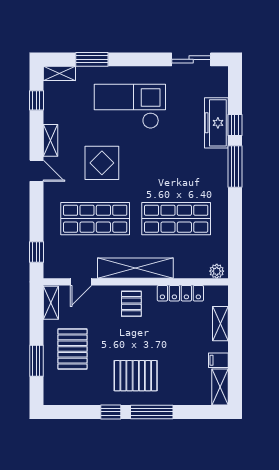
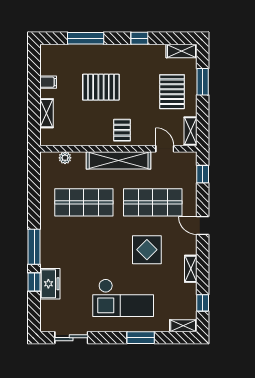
window: (92, 59) -> (141, 338), moved
freezer: (216, 123) -> (50, 284), width x0.71
door: (36, 171) -> (203, 225), moved
plant: (217, 271) -> (65, 158), moved
door: (81, 282) -> (165, 149), hinge flipped
locker: (180, 293) -> (80, 139), removed
pallet: (136, 376) -> (101, 87), moved
shelving: (220, 387) -> (181, 51), moved, turned 90
window: (152, 412) -> (86, 38), moved

